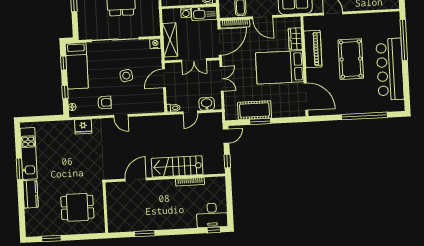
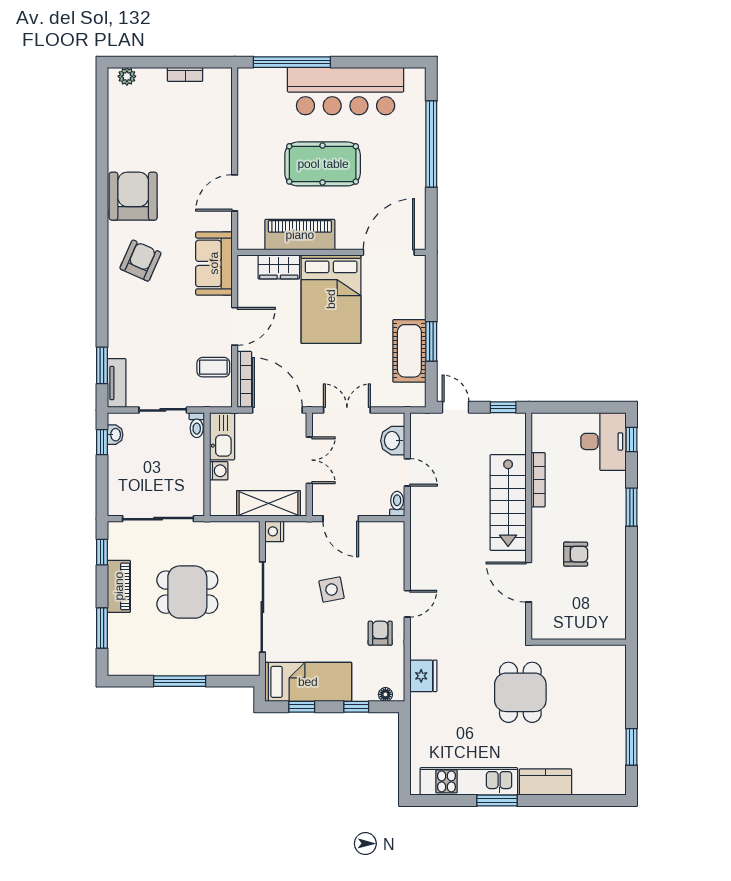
armchair: (152, 204) -> (576, 554), added
dining table: (77, 207) -> (520, 692), moved
window: (145, 234) -> (632, 507), moved

